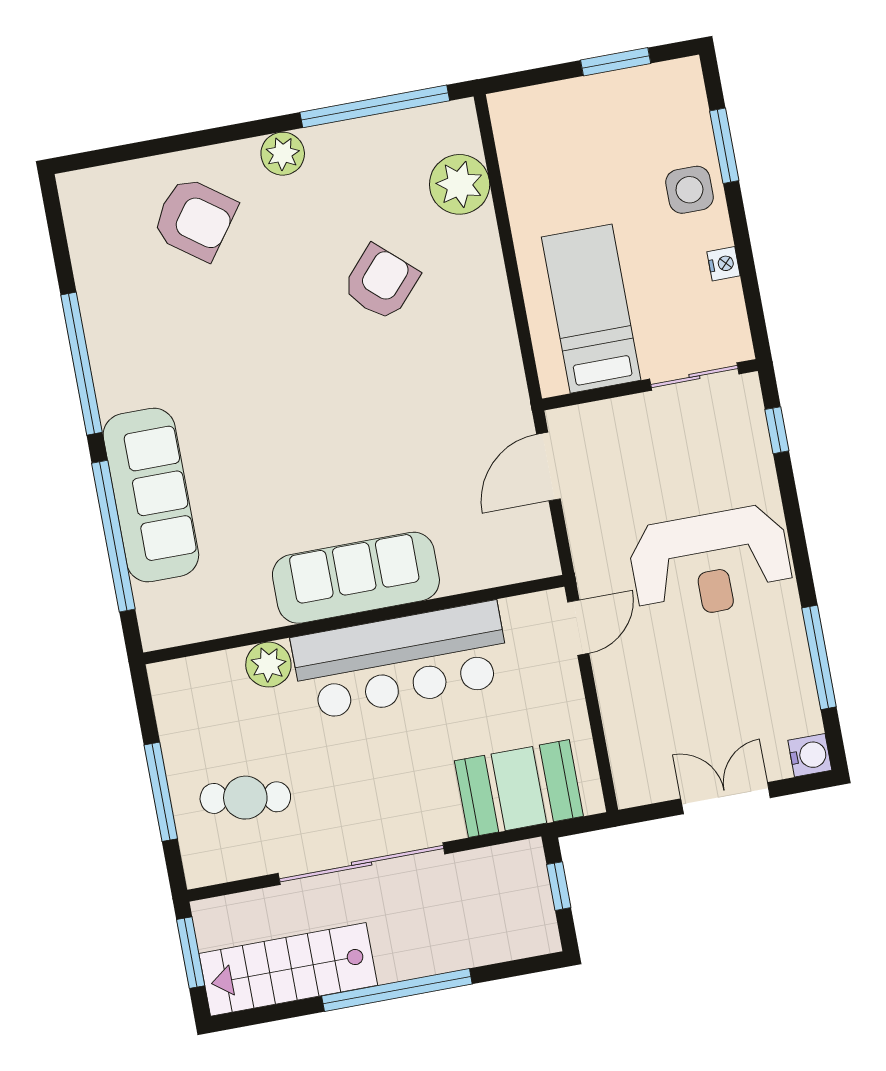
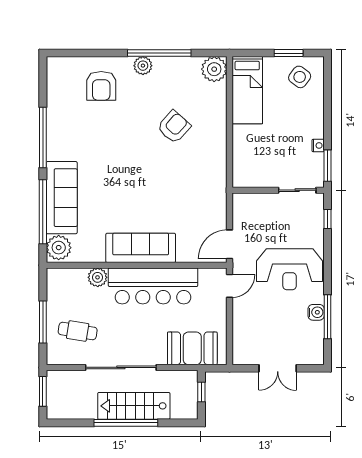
window: (375, 106) -> (159, 53), moved
window: (724, 146) -> (327, 166), moved
plant: (460, 184) -> (214, 69), moved
side table: (689, 190) -> (300, 77), moved, turned 37
armchair: (195, 219) -> (101, 86), turned 54
bed: (591, 309) -> (247, 90), moved, turned 180
door: (548, 467) -> (229, 244), moved
plant: (165, 612) -> (59, 248), added
water cooler: (810, 755) -> (316, 312), moved
double door: (726, 798) -> (278, 368), swing flipped
stairs: (288, 969) -> (134, 406), moved

